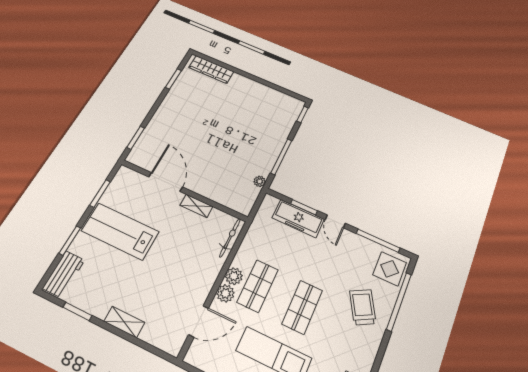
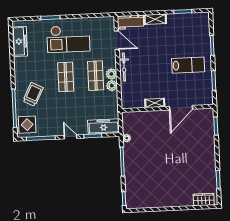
wardrobe: (211, 70) -> (204, 200), width x0.67
door: (166, 182) -> (181, 108), hinge flipped
freezer: (298, 218) -> (104, 127), moved
lab bench: (120, 231) -> (188, 65), width x0.73, depth x0.72
bicycle: (230, 238) -> (124, 67), moved
workbench: (64, 274) -> (131, 22), moved, turned -90
plant: (226, 293) -> (112, 86), moved
trolley: (363, 307) -> (33, 94), turned -124
door: (199, 321) -> (117, 40), swing flipped

